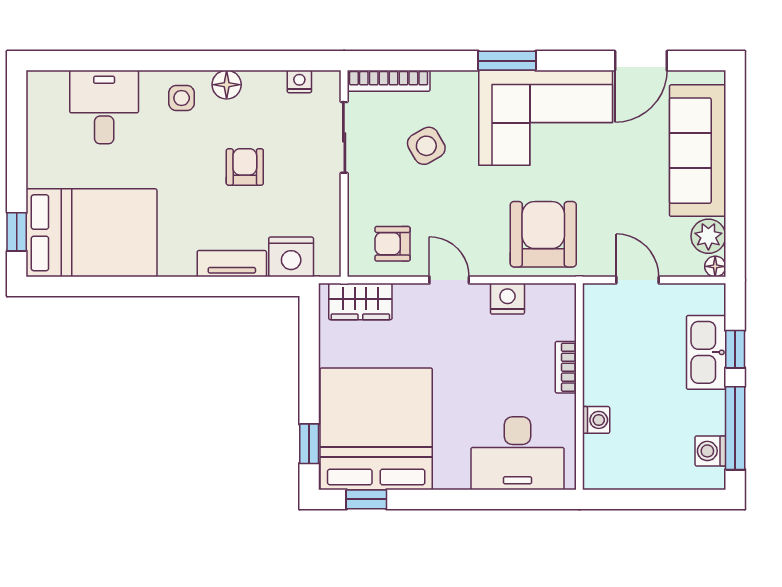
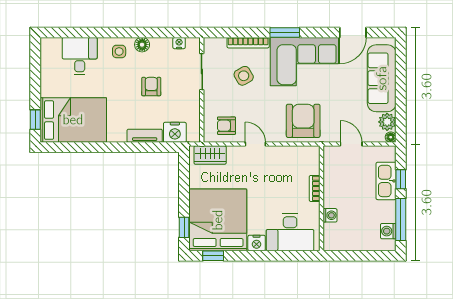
bookcase: (389, 81) -> (248, 43), moved
nightstand: (507, 299) -> (257, 243), moved, turned 180

